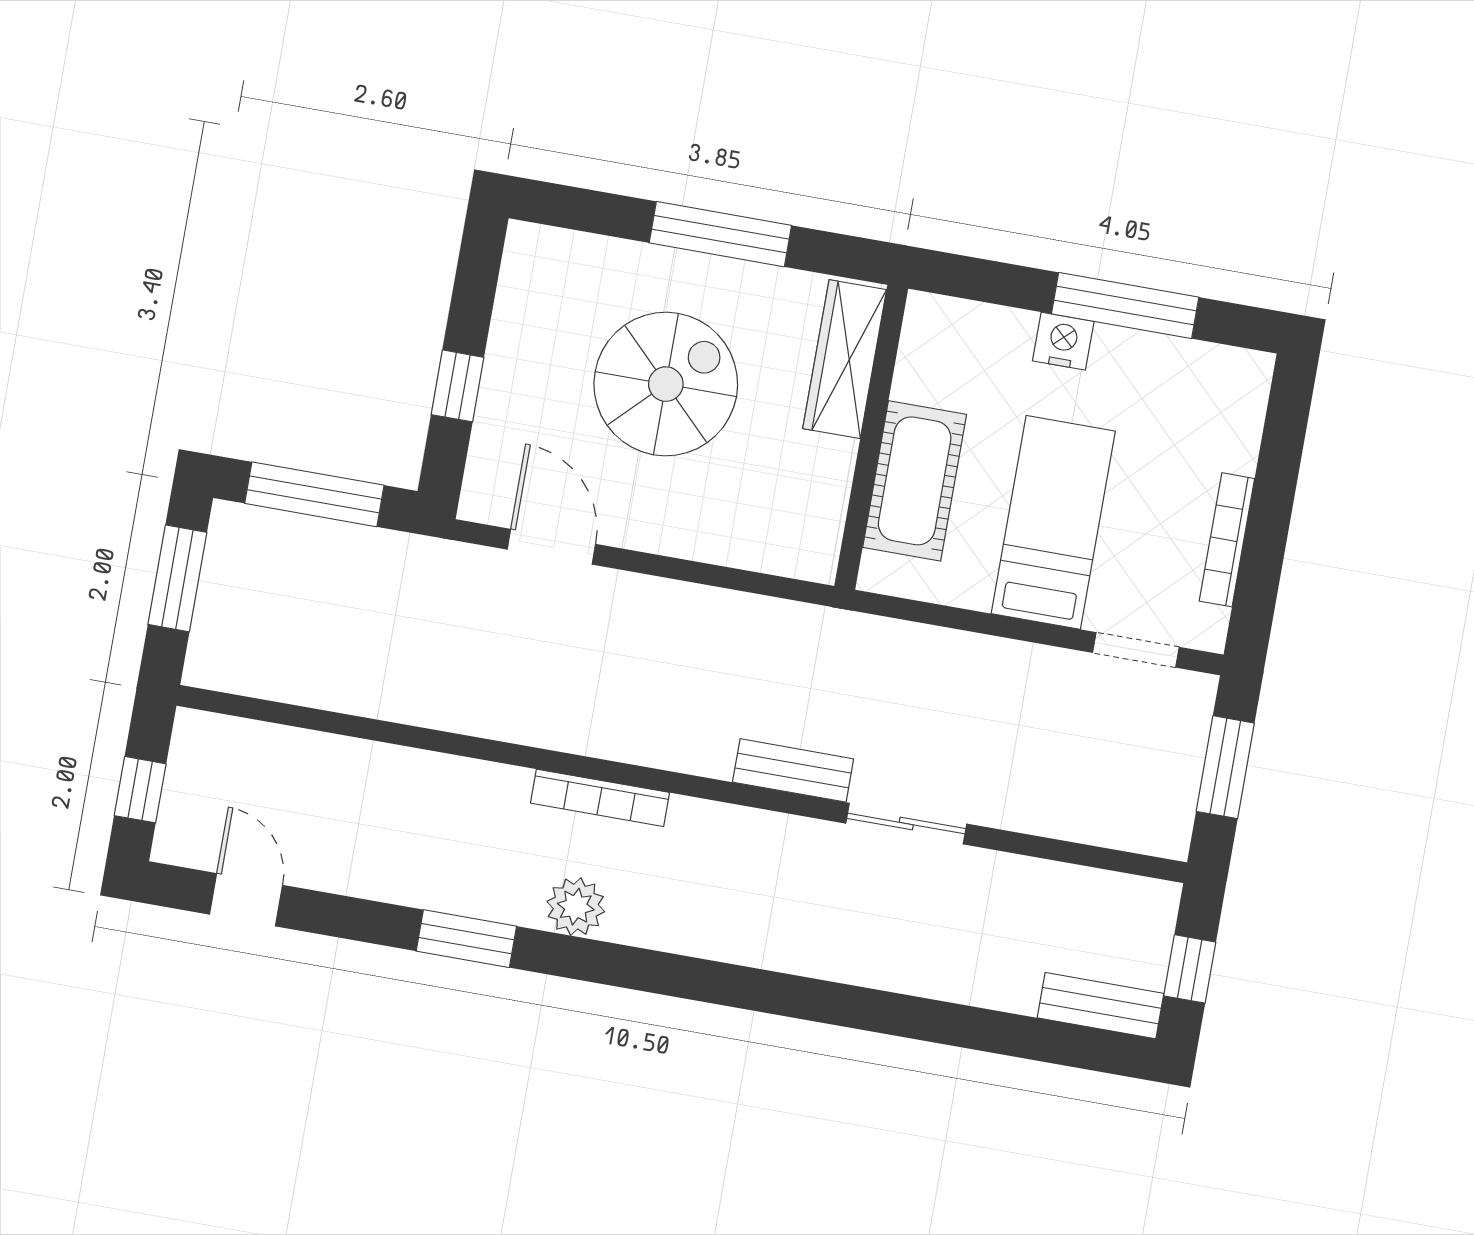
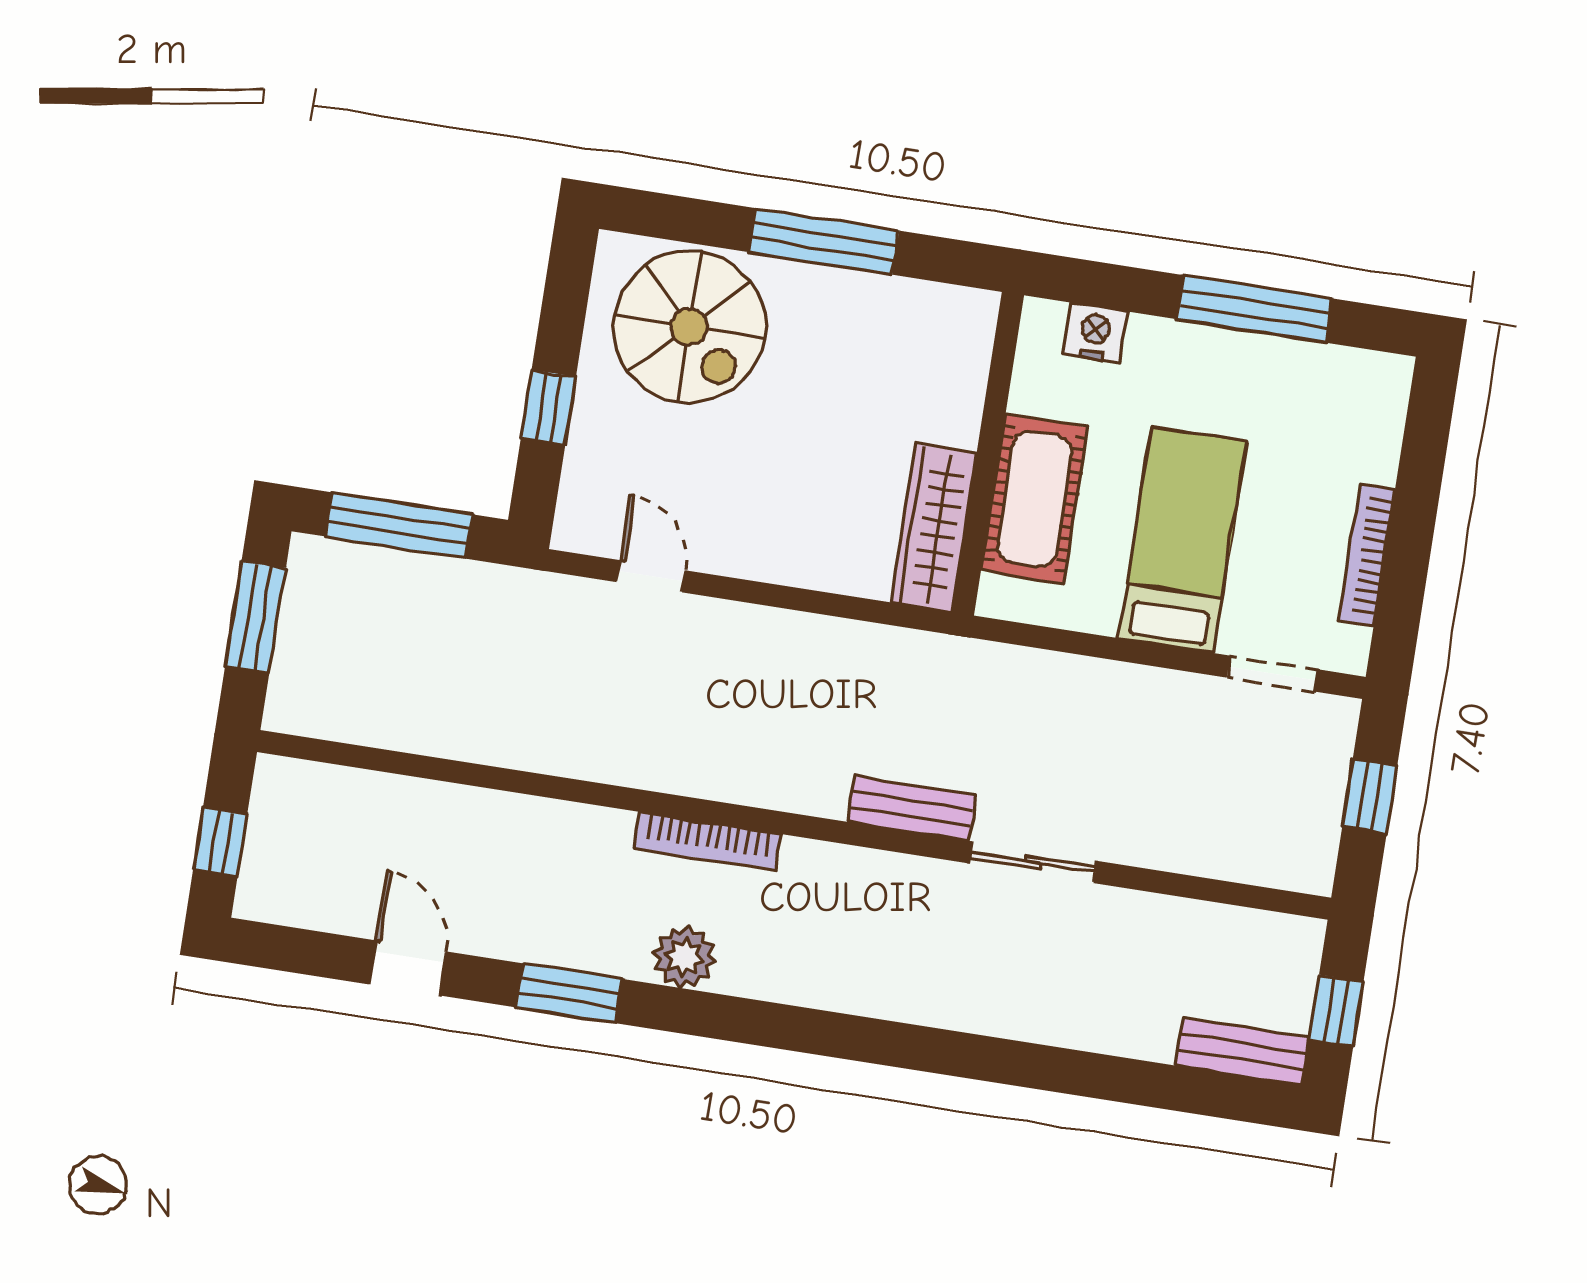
nightstand: (1063, 341) -> (1095, 333), moved
wardrobe: (845, 359) -> (934, 528), moved
spiral stairs: (666, 384) -> (689, 327), moved, turned 90
door: (551, 547) -> (651, 576), width x0.73
window: (1225, 767) -> (1370, 796), width x0.67
door: (246, 900) -> (407, 968), moved

